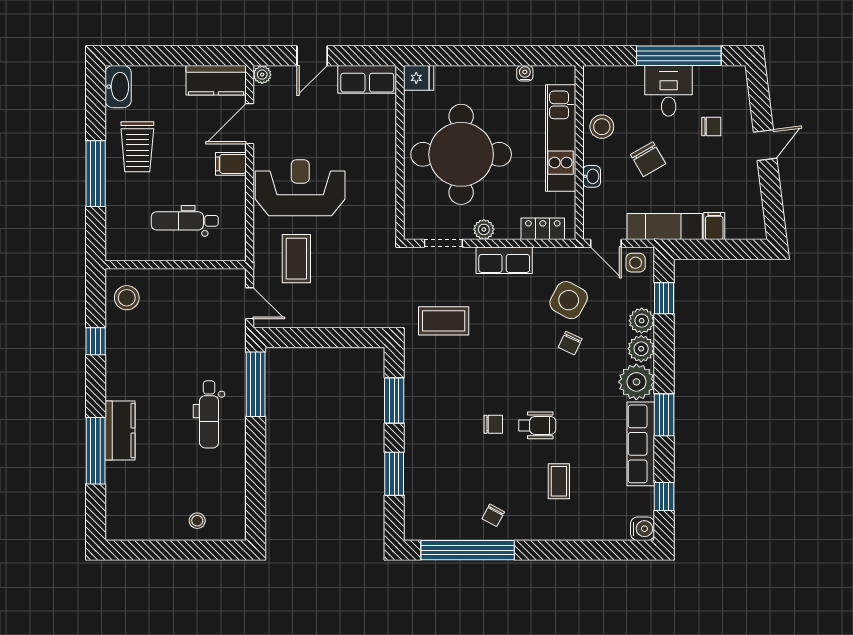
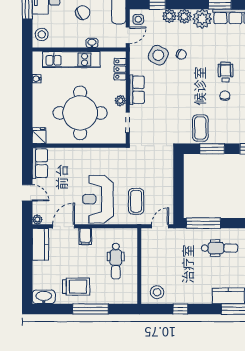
door: (250, 124) -> (64, 226), swing flipped
stool: (602, 127) -> (42, 34), moved
coffee table: (296, 259) -> (136, 201), turned 90
coffee table: (444, 321) -> (200, 128), moved

